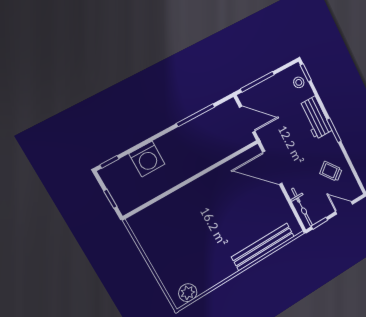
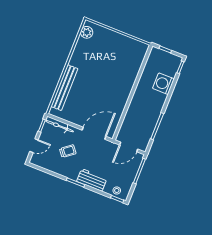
trolley: (331, 171) -> (68, 151), moved

